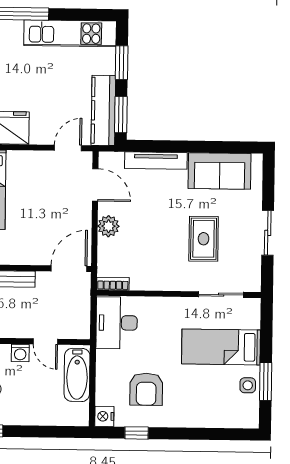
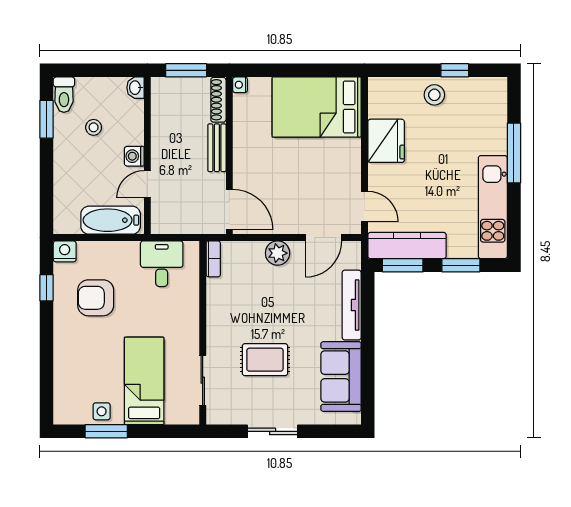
desk: (117, 323) -> (162, 264), width x0.73

